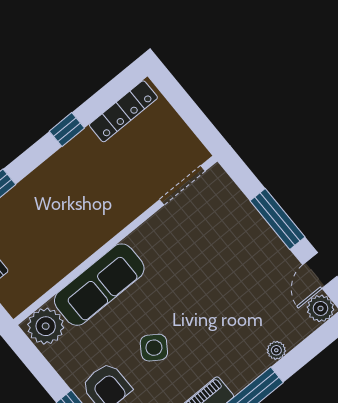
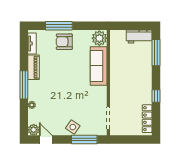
window: (277, 219) -> (84, 139), moved
side table: (154, 348) -> (73, 127), moved

